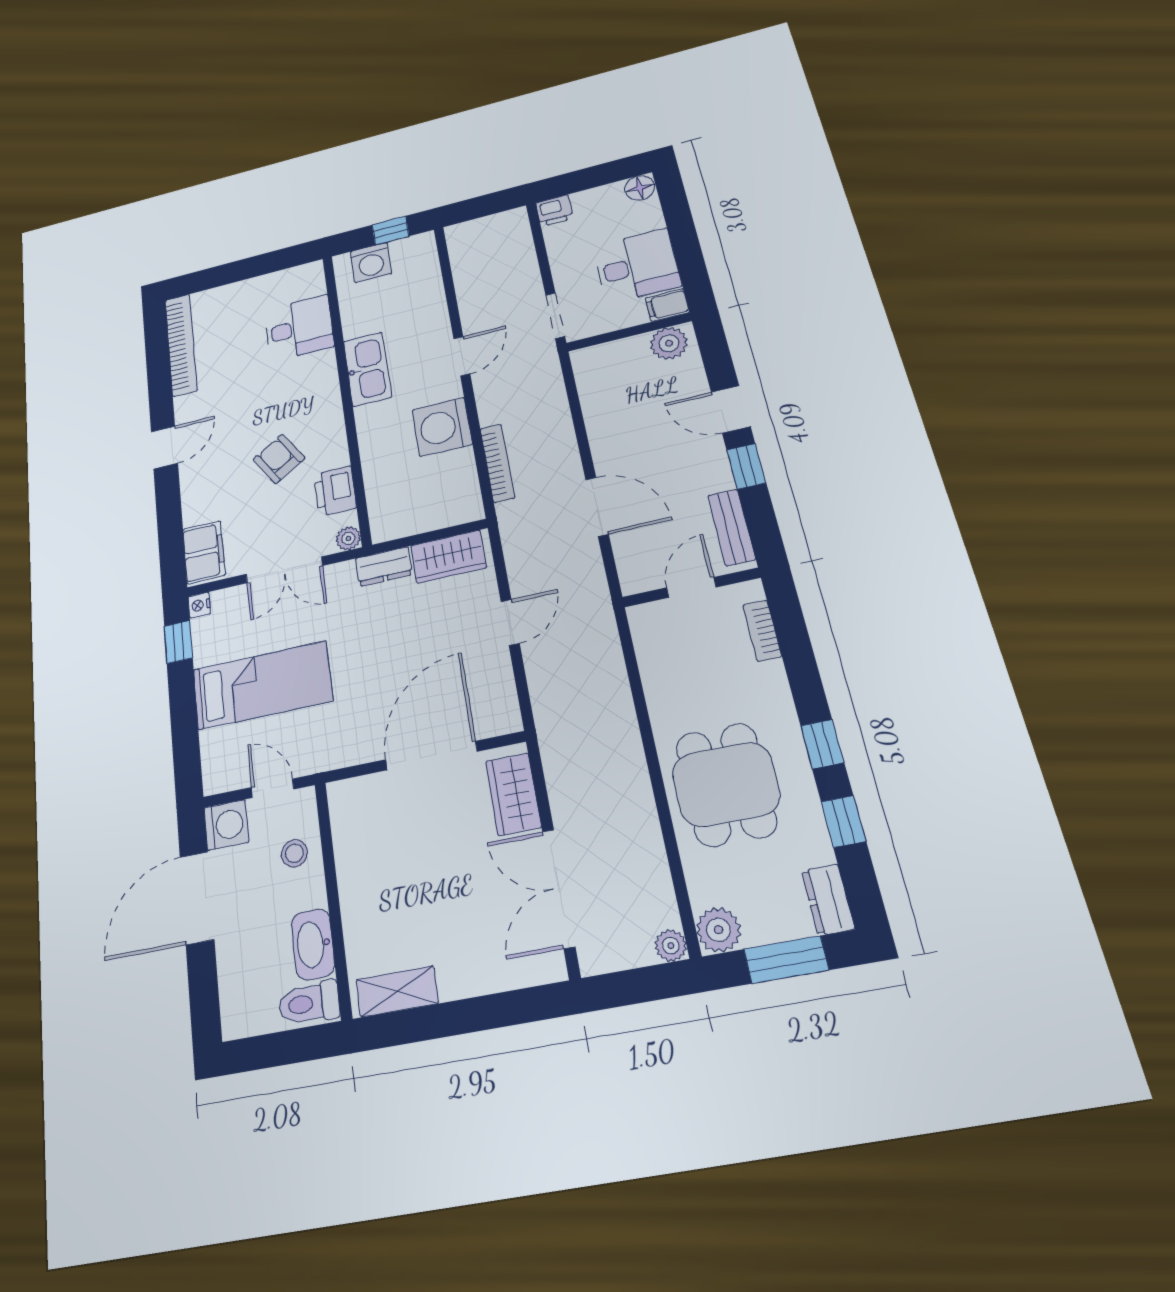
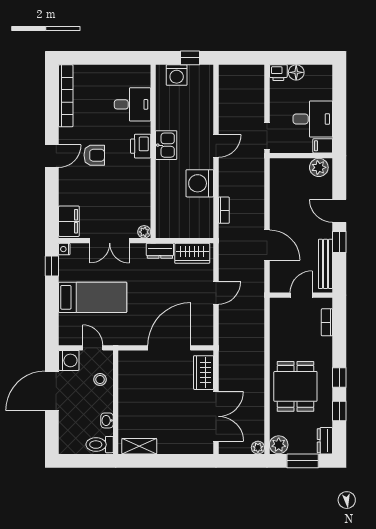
floor lamp: (640, 188) -> (296, 72), moved
kitchen sink: (367, 369) -> (166, 145), width x0.73
armchair: (279, 459) -> (94, 155), moved, turned 122
bookcase: (497, 463) -> (224, 210), width x0.64
printer: (335, 491) -> (141, 146), moved
bench: (732, 527) -> (325, 264), width x1.36
double door: (559, 888) -> (216, 416), swing flipped
washbasin: (313, 944) -> (107, 420), width x0.52, depth x0.69

